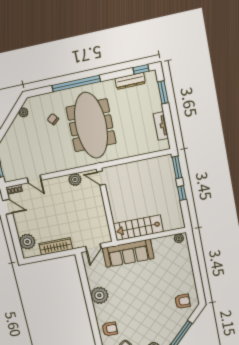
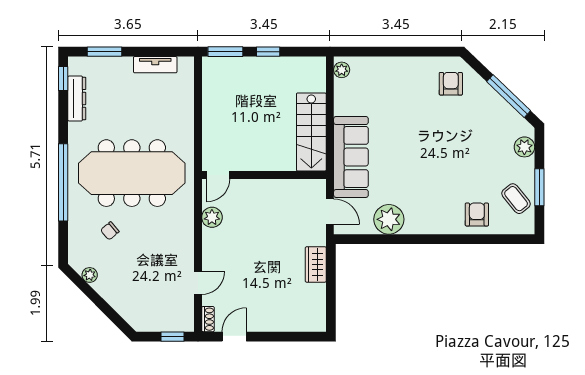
plant: (27, 242) -> (299, 318), removed
wardrobe: (56, 246) -> (316, 264), width x0.67
plant: (99, 295) -> (389, 219), moved

